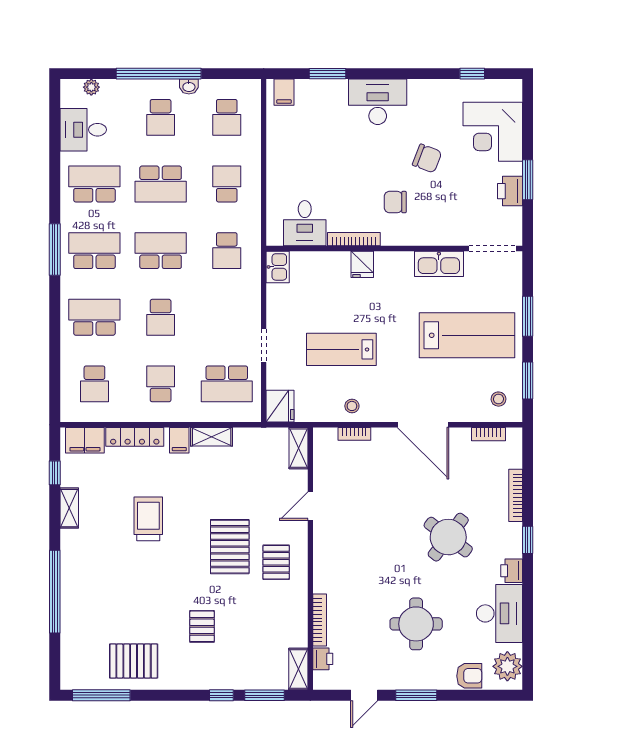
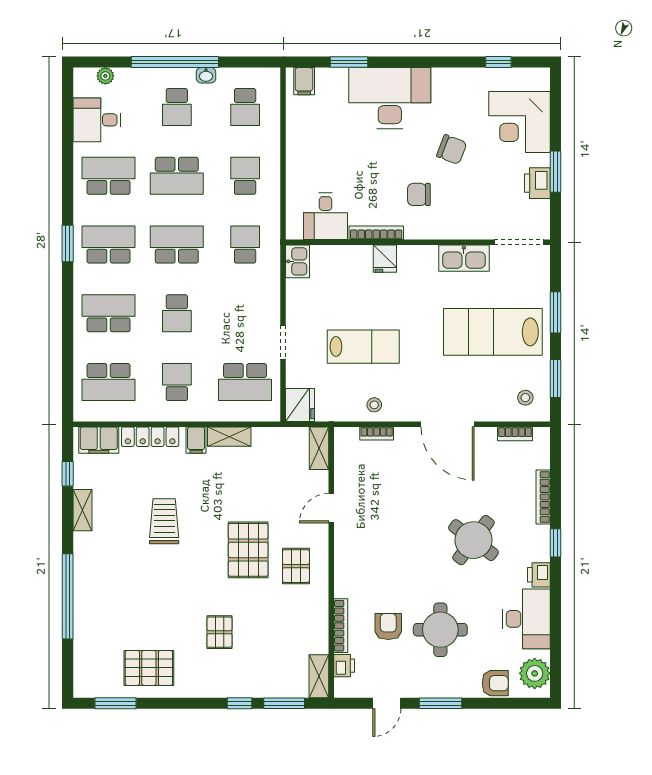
desk: (378, 102) -> (390, 98), width x1.36, depth x1.30
window: (55, 250) -> (68, 243), width x0.69
school desk: (227, 251) -> (245, 245), turned 180
lab bench: (467, 335) -> (493, 332), turned 180
lab bench: (341, 349) -> (363, 347), turned 180
school desk: (94, 384) -> (109, 382), width x1.85
armchair: (366, 621) -> (388, 626), added
window: (101, 695) -> (116, 703), width x0.69

